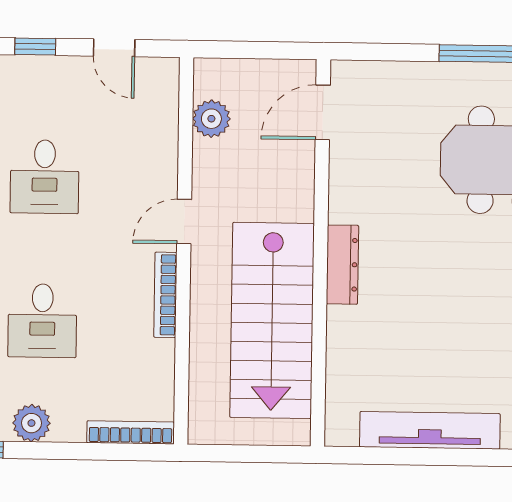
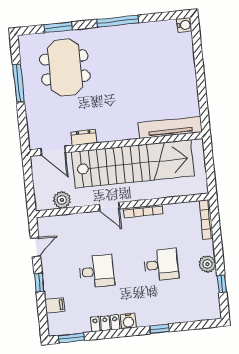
dresser: (342, 265) -> (84, 137), moved, width x0.70
stairs: (272, 320) -> (133, 164), width x1.36
tv unit: (430, 430) -> (170, 127), moved, turned 90

